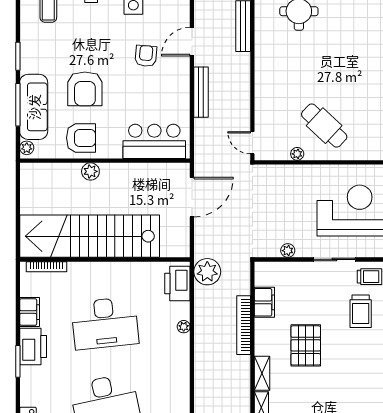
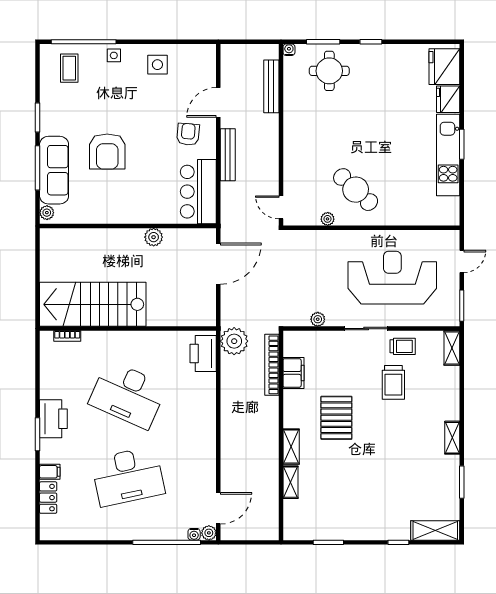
armchair: (146, 56) -> (188, 134), moved
armchair: (81, 138) -> (103, 202), removed
bar counter: (154, 141) -> (198, 192), moved, turned -90
plant: (90, 171) -> (154, 237), moved
stairs: (90, 236) -> (93, 304), width x0.73
bookcase: (46, 267) -> (67, 336), width x0.64
filing cabinet: (30, 312) -> (50, 472), moved, width x0.50
desk: (105, 323) -> (128, 395), turned 30
bookcase: (244, 325) -> (272, 365), moved
plant: (184, 327) -> (210, 398), removed

